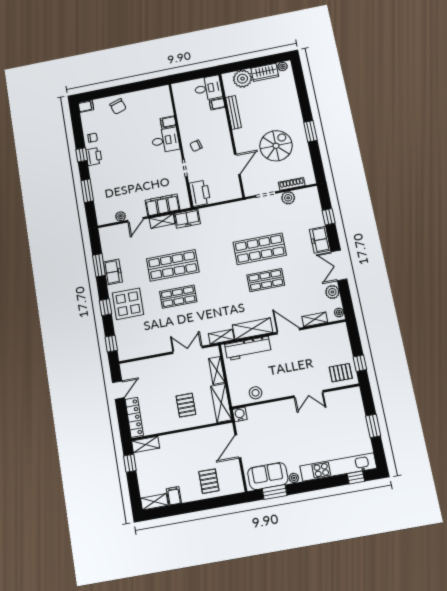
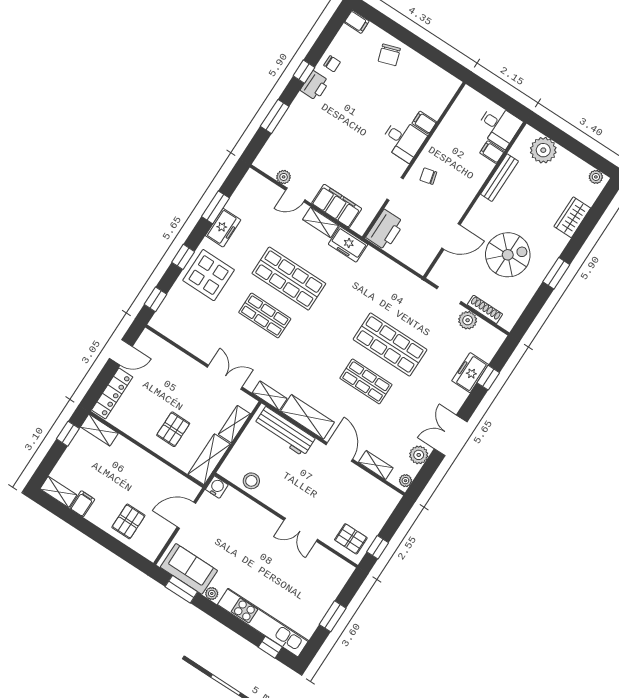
wardrobe: (265, 72) -> (572, 217), moved, turned 90
freezer: (320, 240) -> (470, 373), moved

